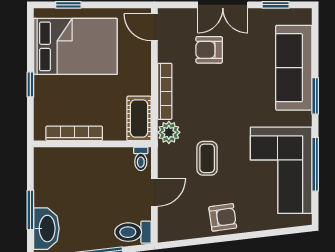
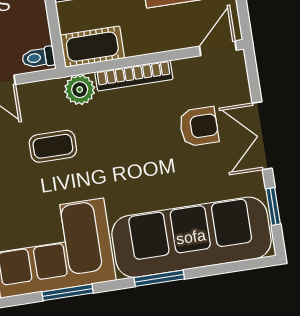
armchair: (209, 50) -> (199, 127), turned 90
sofa: (294, 68) -> (191, 237), width x1.36, depth x1.27
window: (315, 164) -> (68, 292), width x0.69

